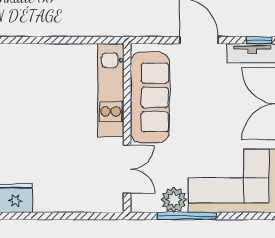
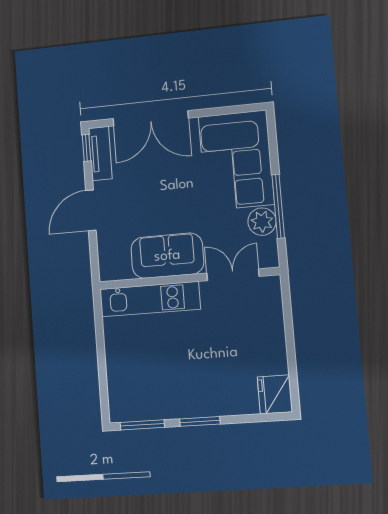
sofa: (150, 97) -> (167, 256), width x0.73

